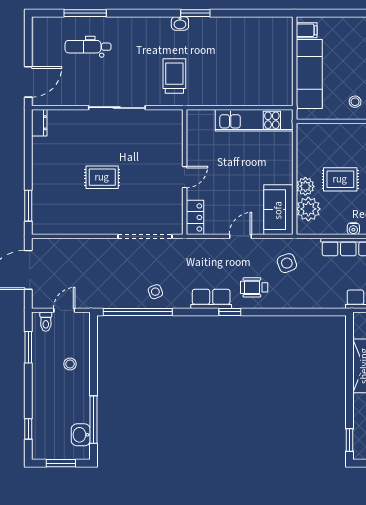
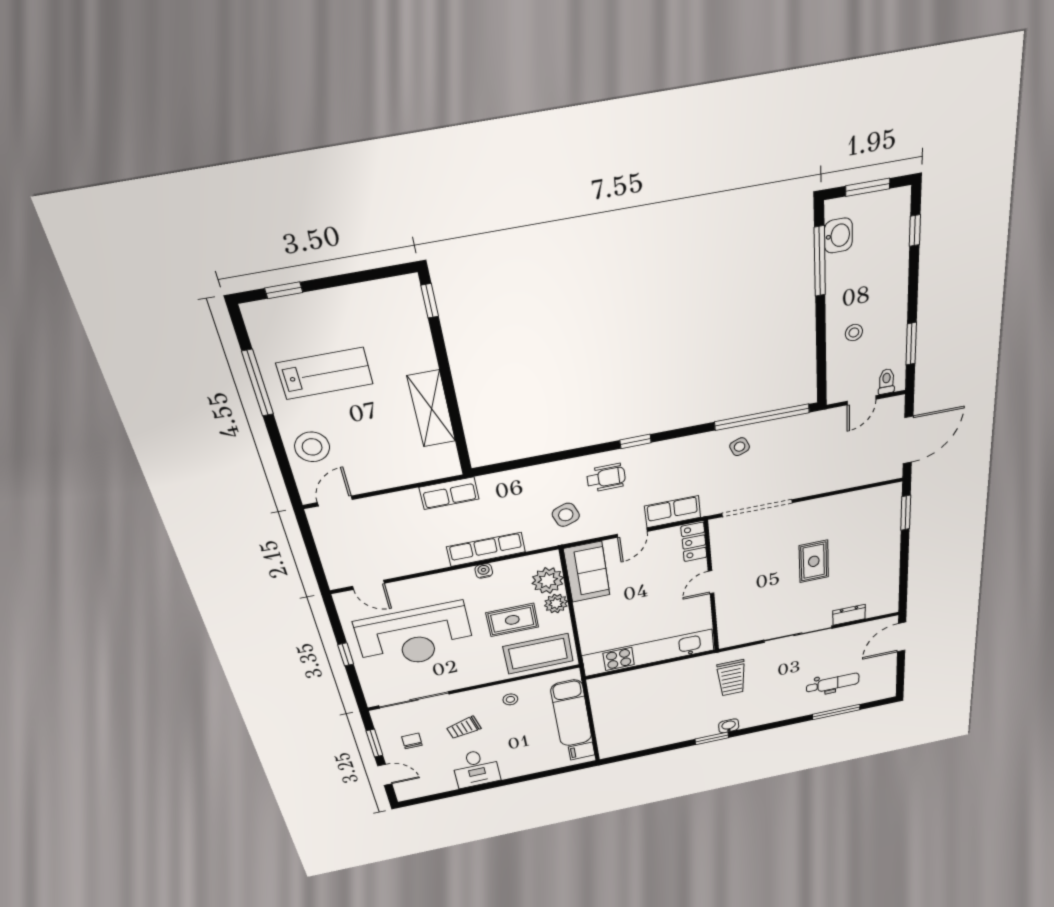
kitchen unit: (254, 120) -> (648, 653), width x1.36
dresser: (39, 123) -> (849, 615), moved, turned 90
coffee table: (326, 142) -> (538, 654), added
rug: (102, 177) -> (814, 561), turned 90
row of seats: (211, 299) -> (673, 512), moved, turned 180

